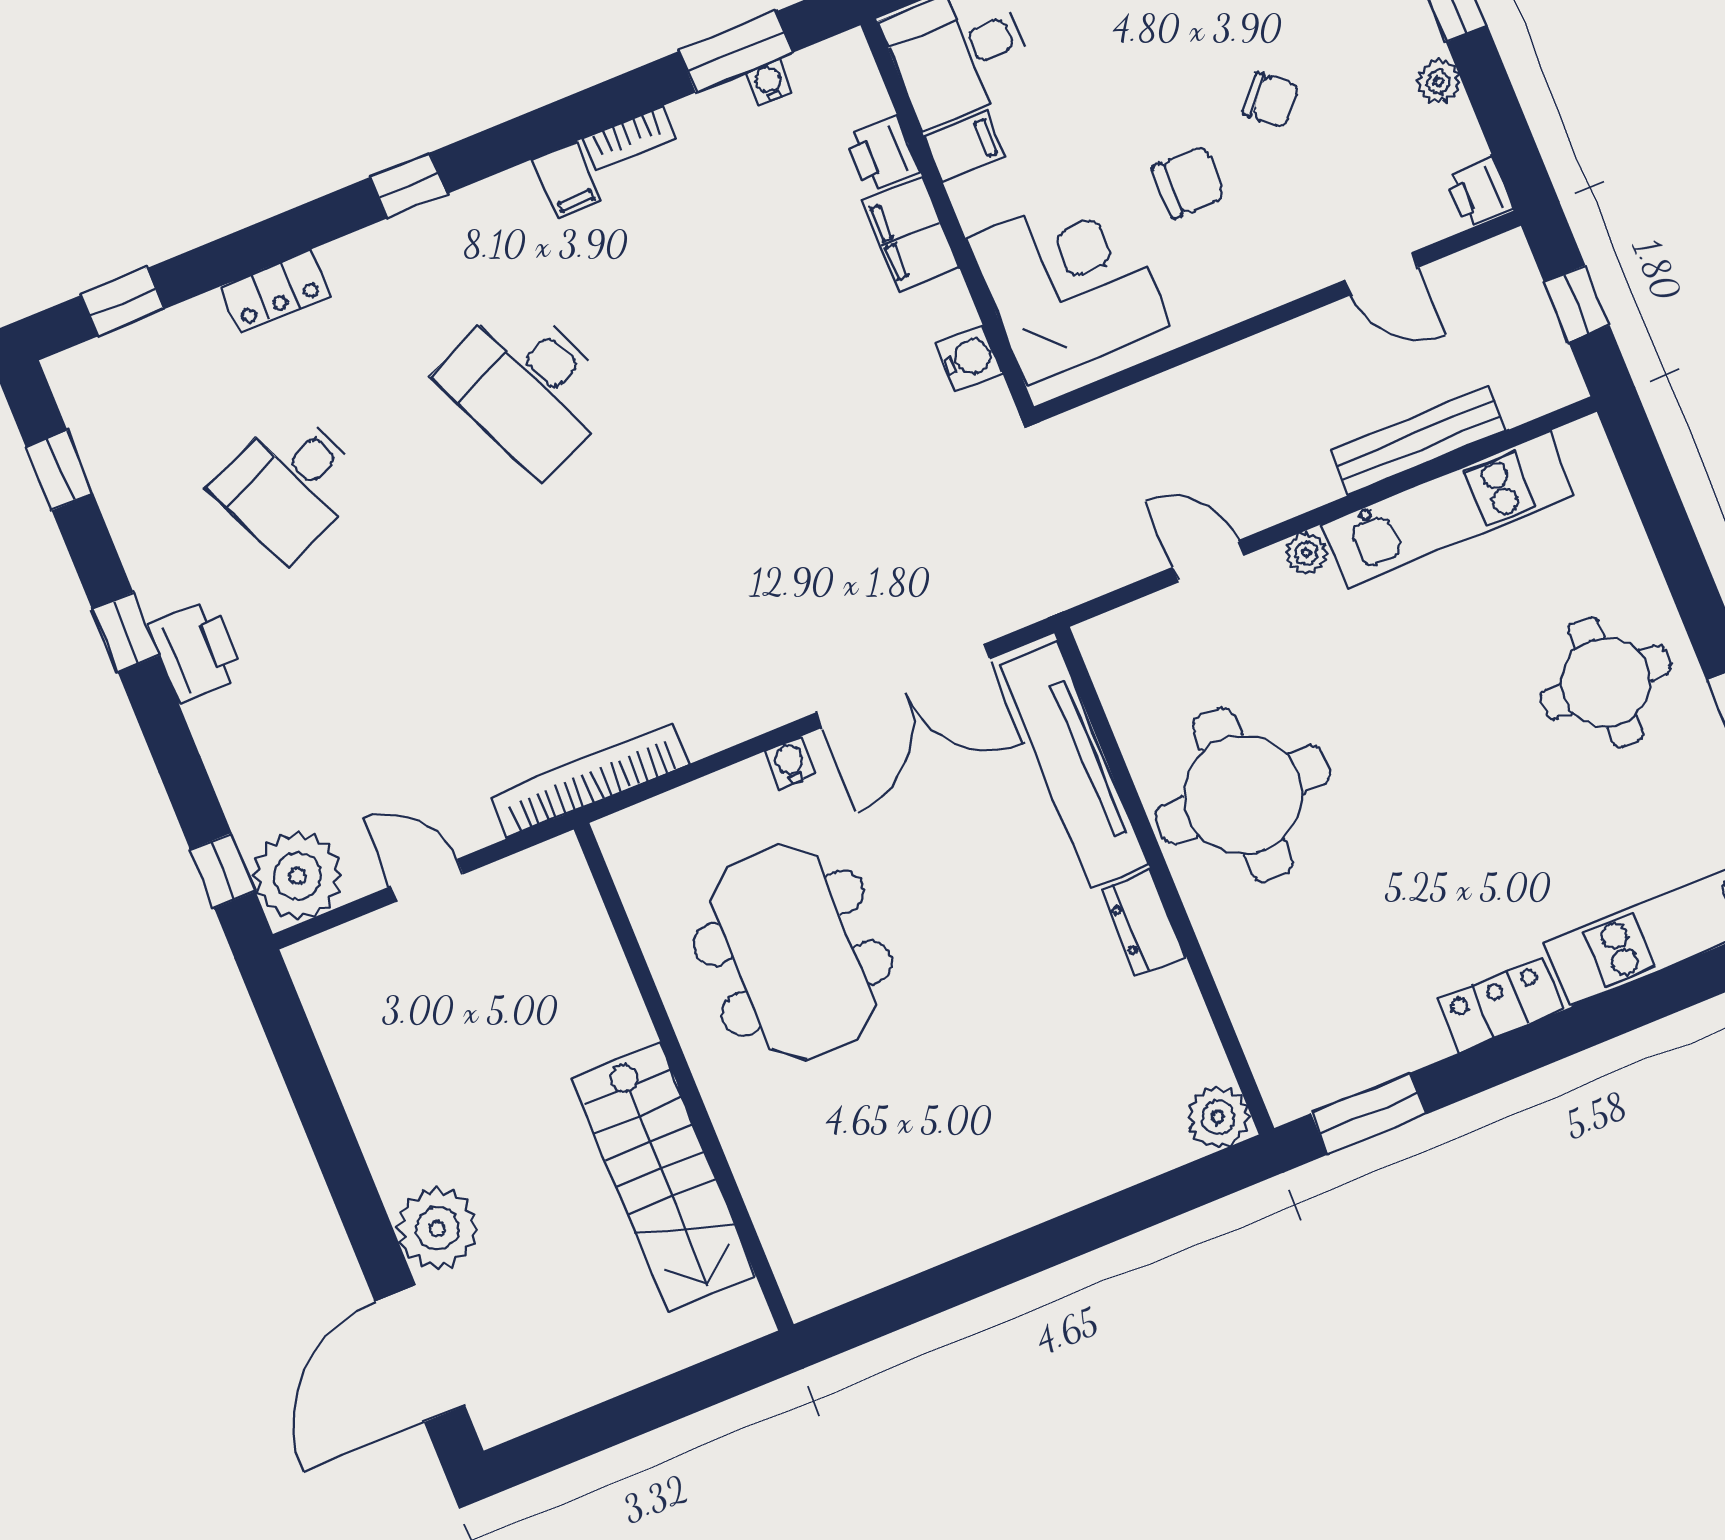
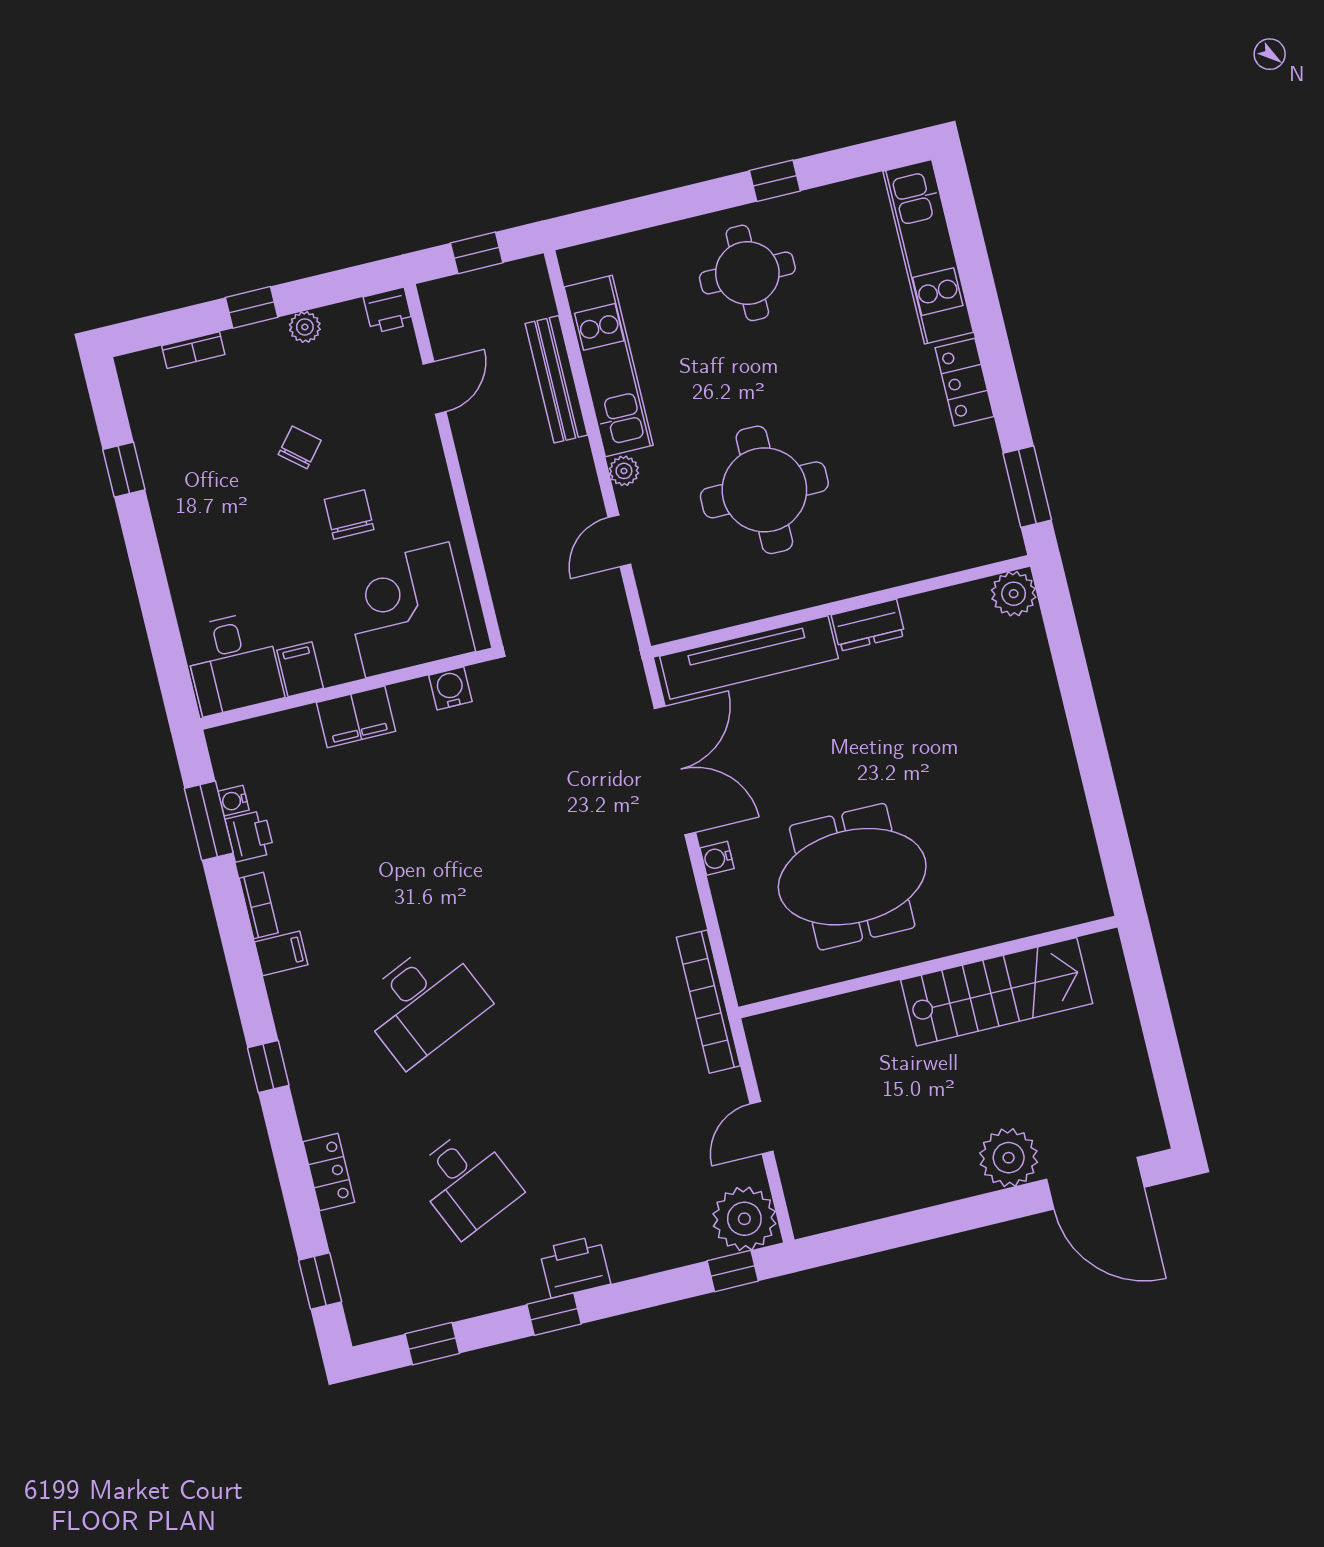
printer: (882, 154) -> (250, 836), moved, turned -90
round table: (1243, 795) -> (764, 490), moved

